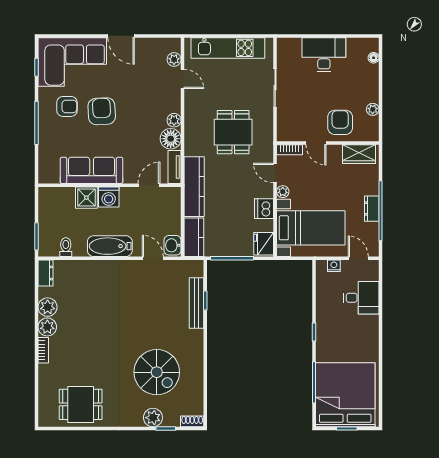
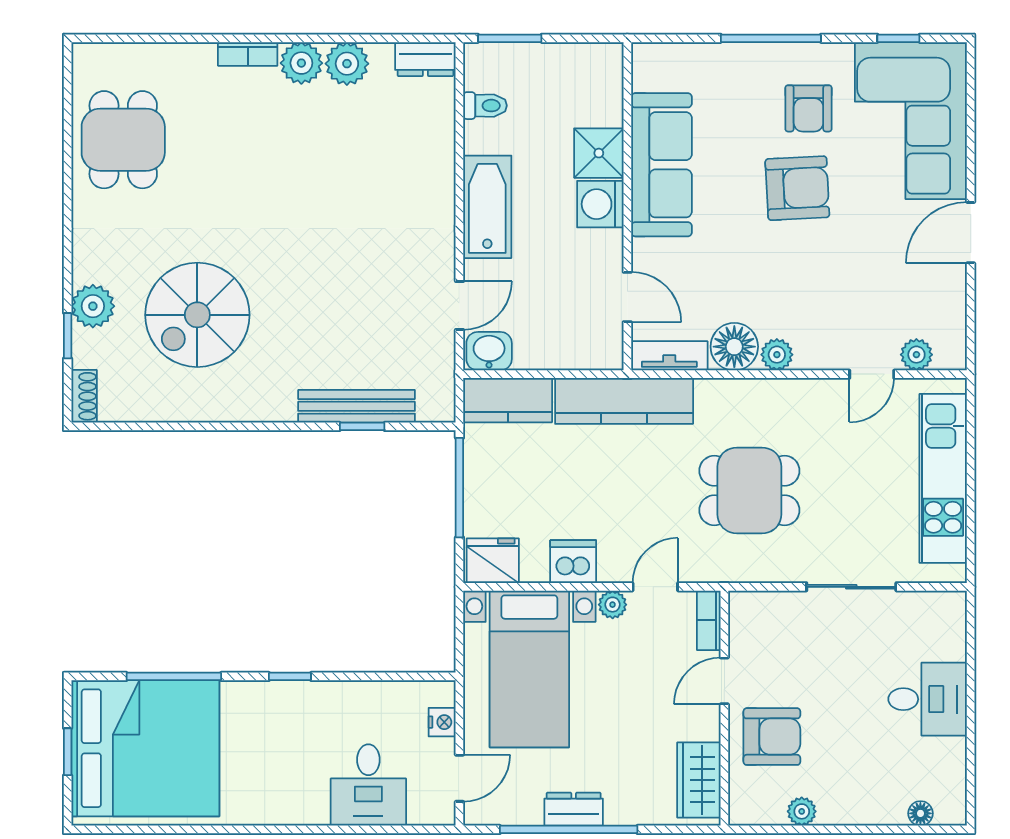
desk: (324, 55) -> (928, 699), width x0.73

